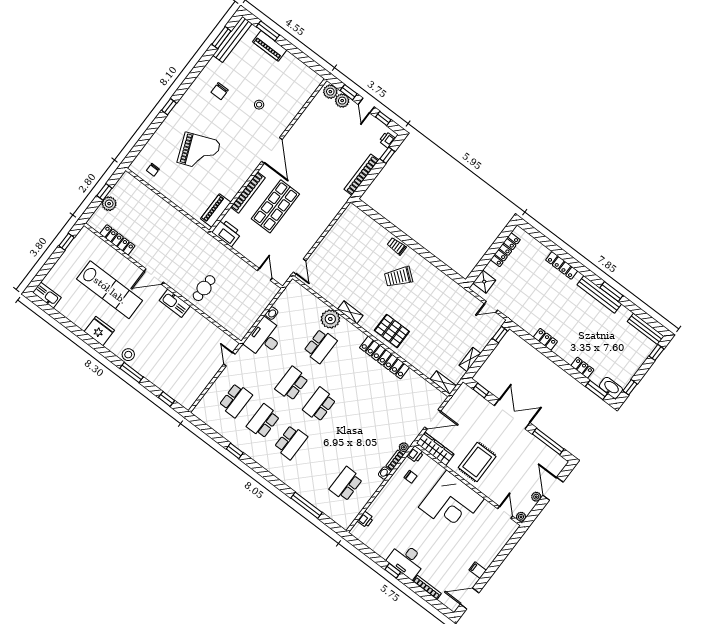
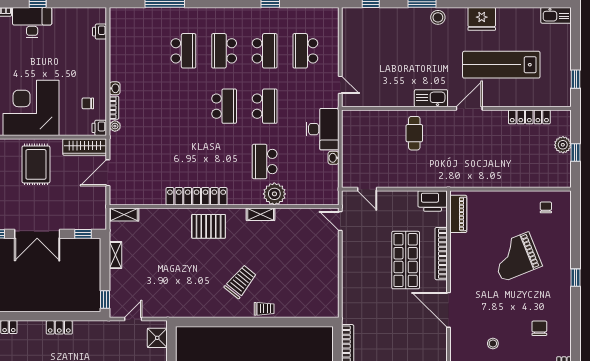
school desk: (346, 484) -> (183, 51), moved

